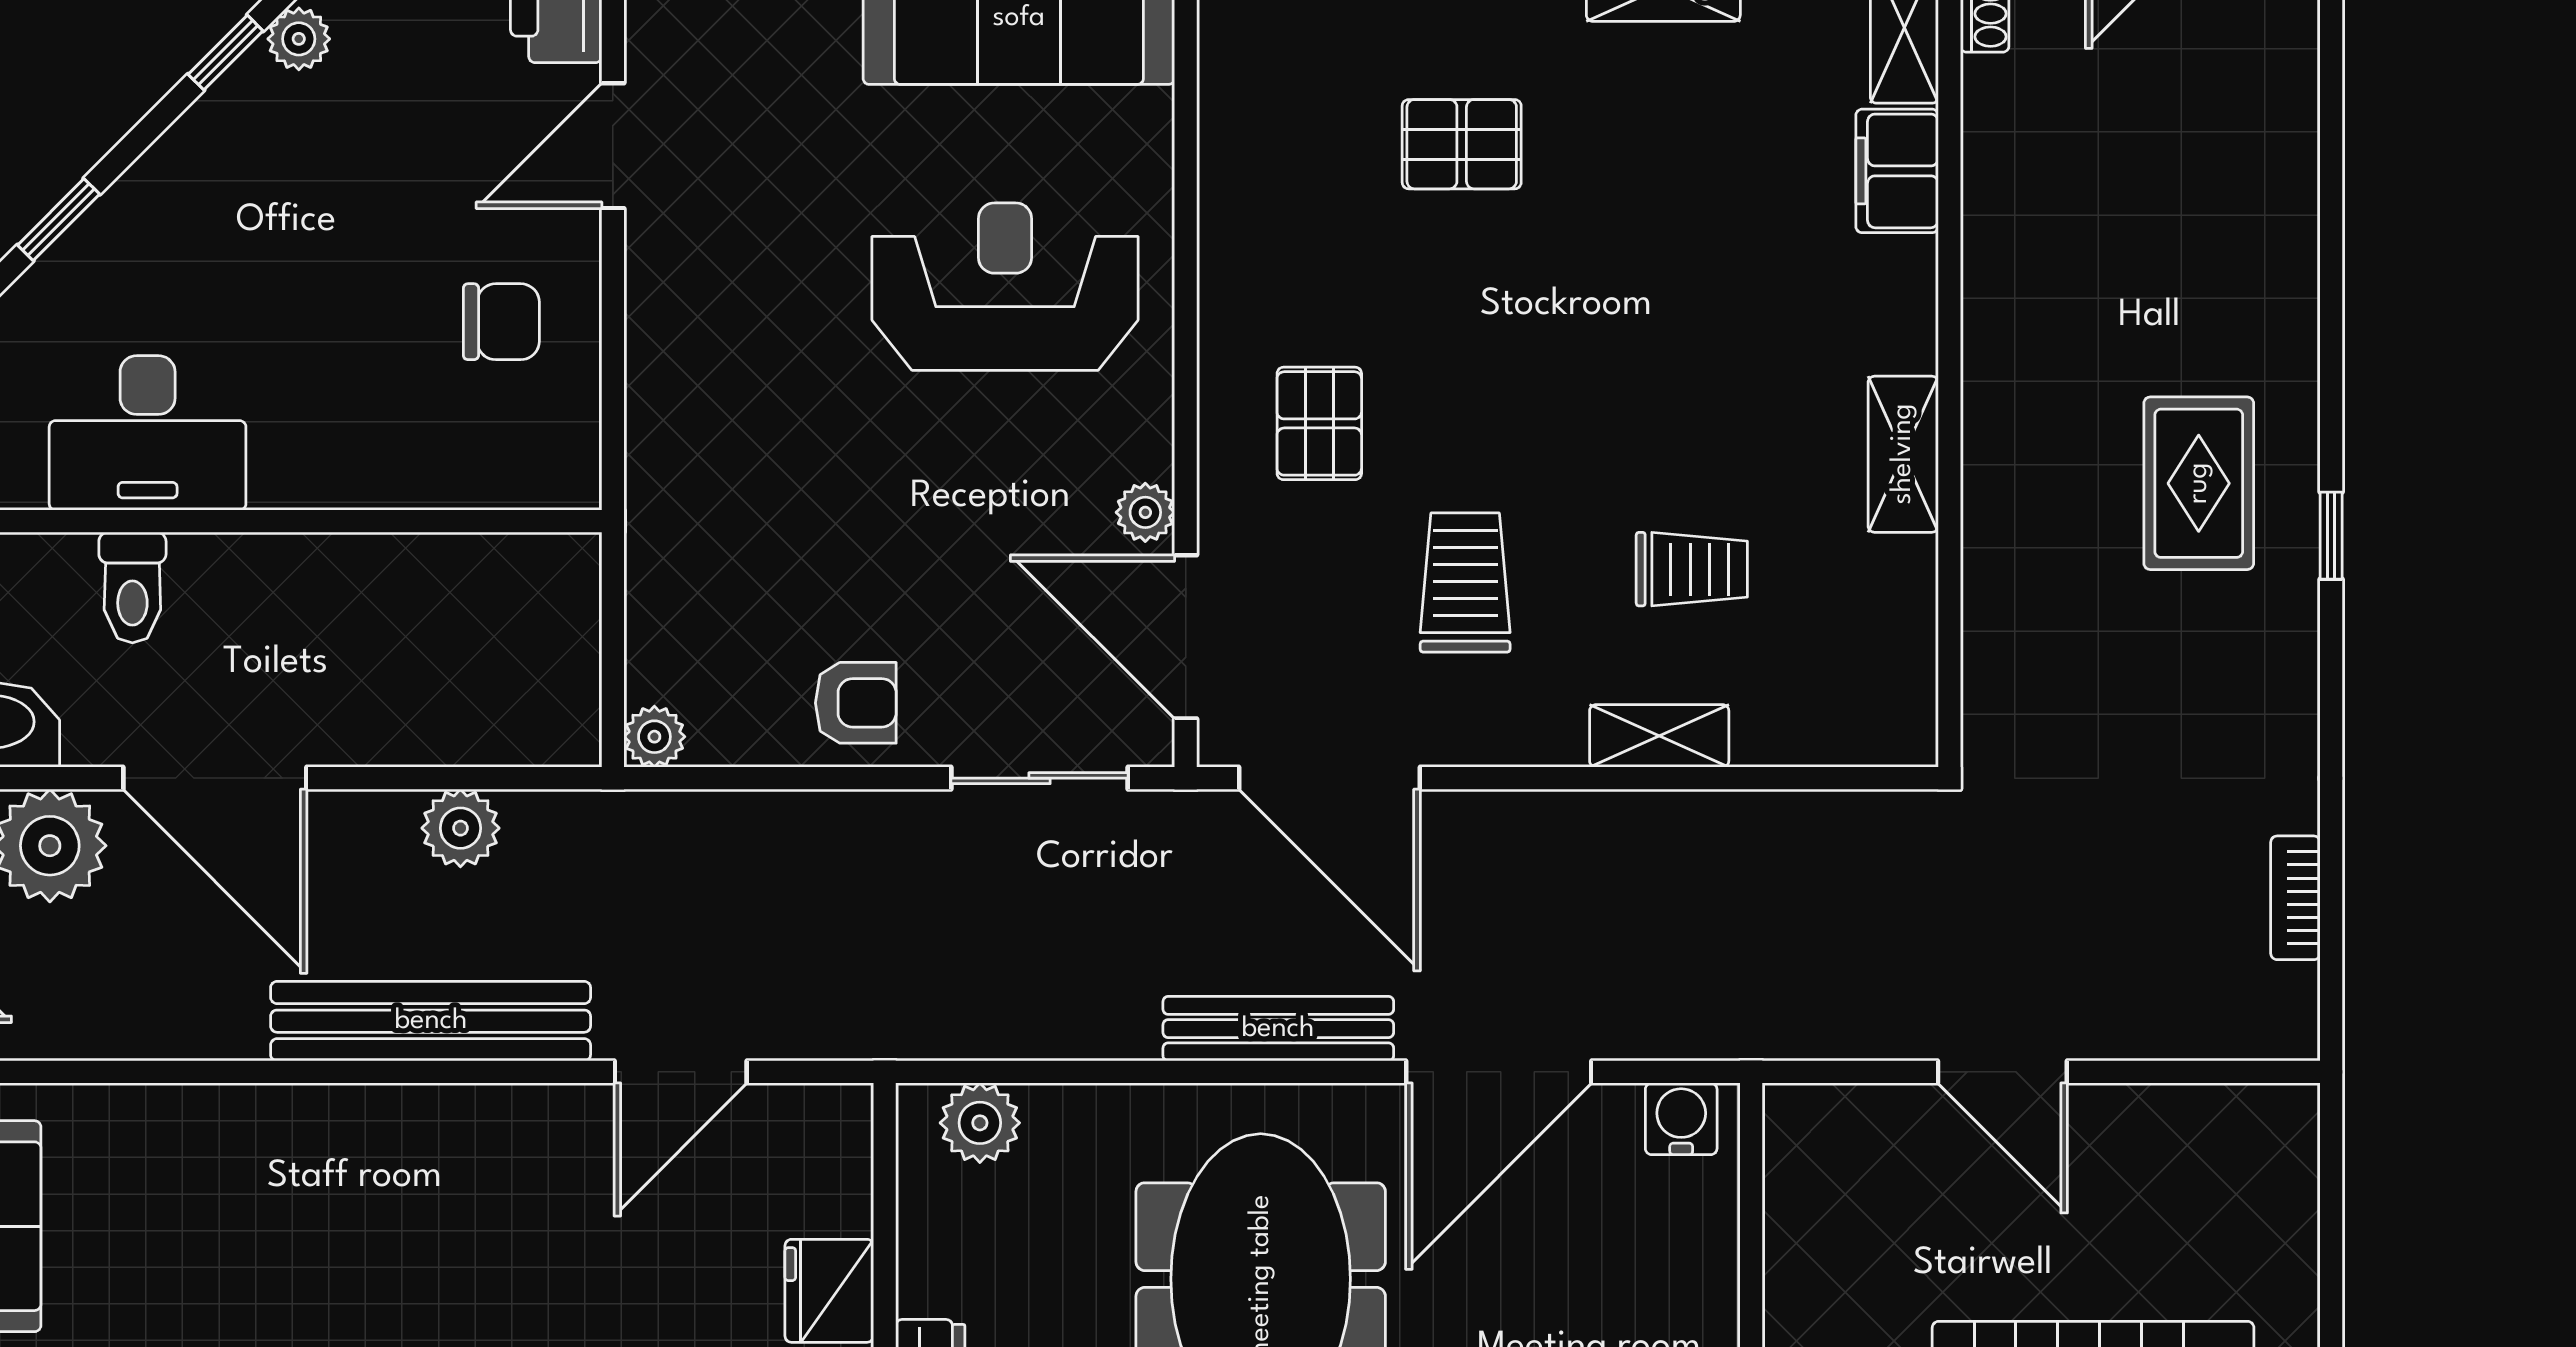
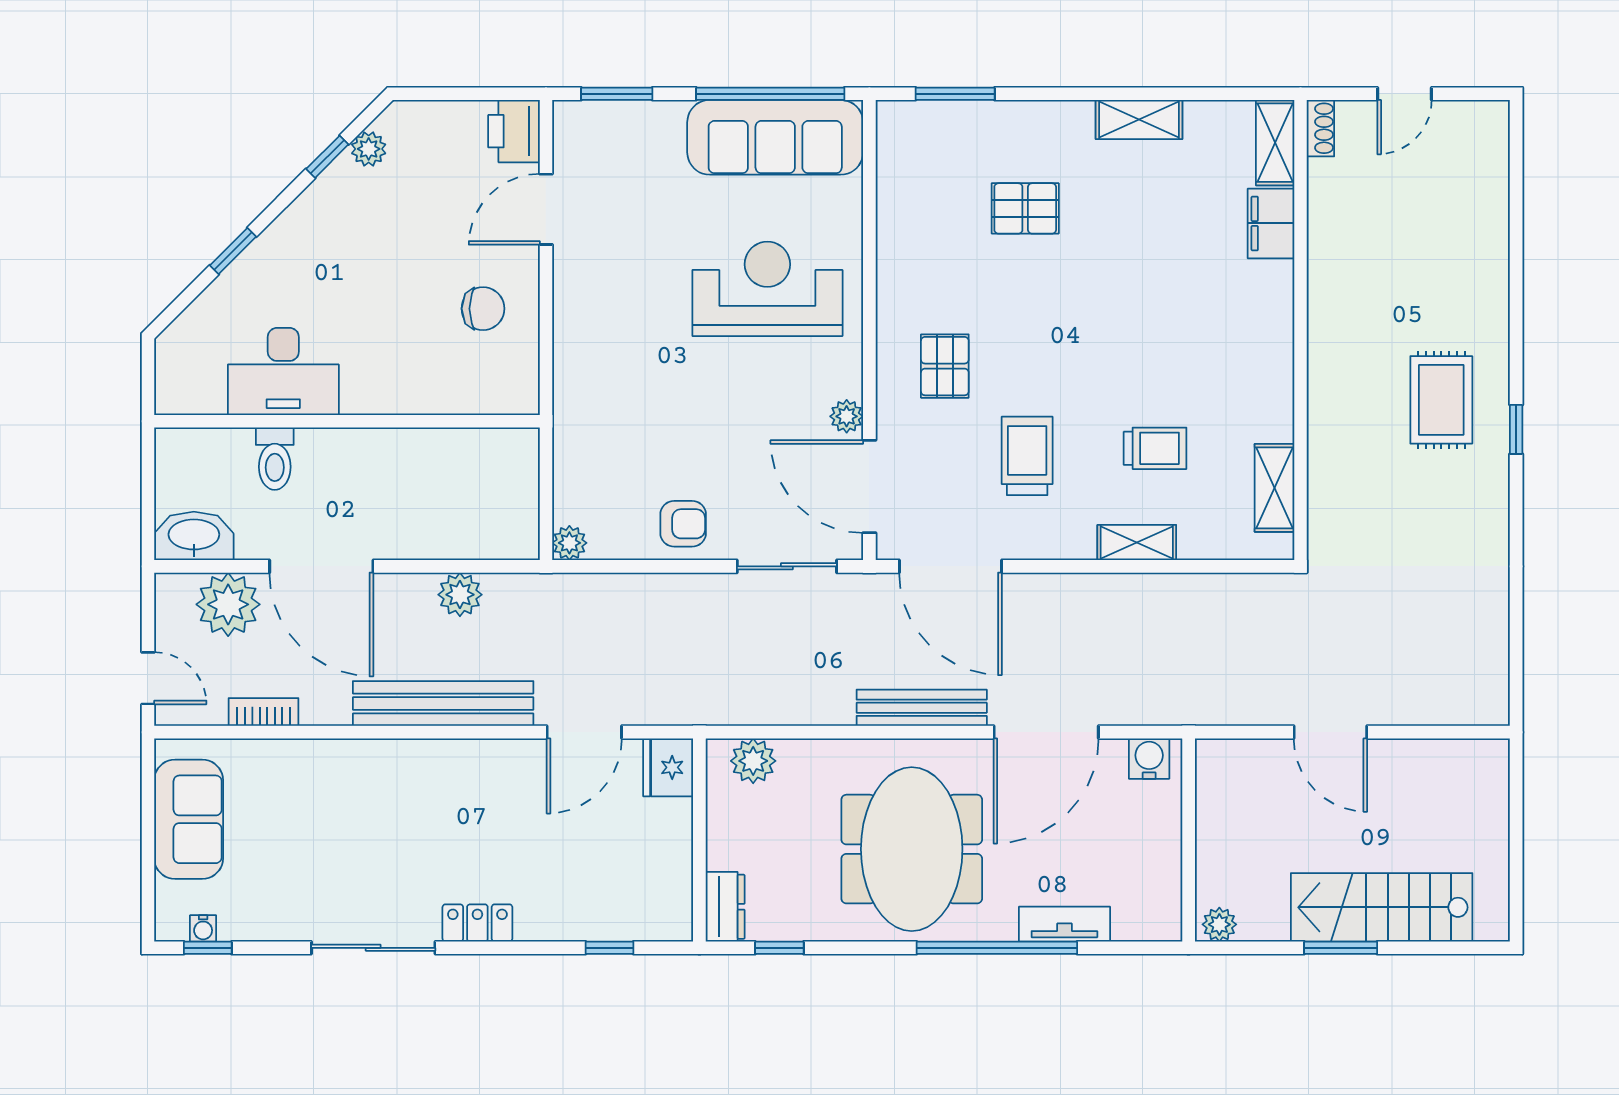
shelving: (1903, 454) -> (1274, 488), moved
bookcase: (2295, 898) -> (264, 712), moved, turned 90
fridge: (829, 1291) -> (668, 767), moved

